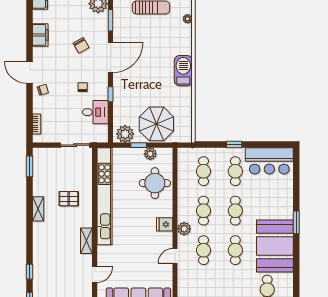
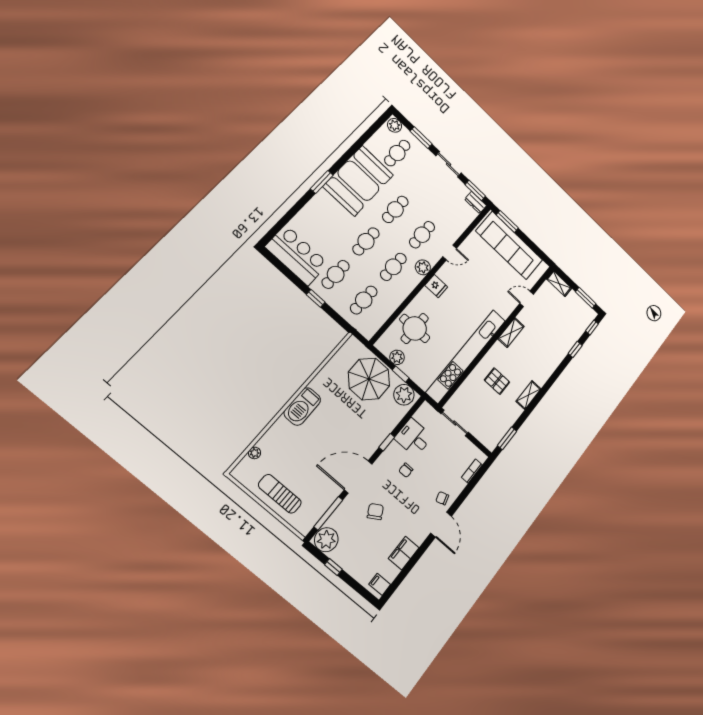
window: (111, 20) -> (328, 513), width x1.44

